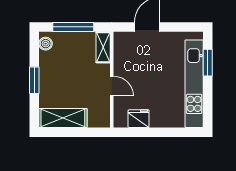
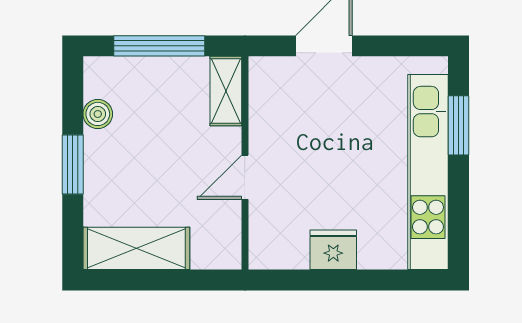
boiler: (46, 44) -> (98, 114), moved
door: (112, 86) -> (245, 177), swing flipped
fridge: (139, 119) -> (333, 250), moved

